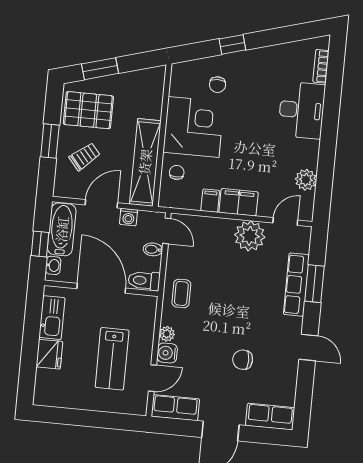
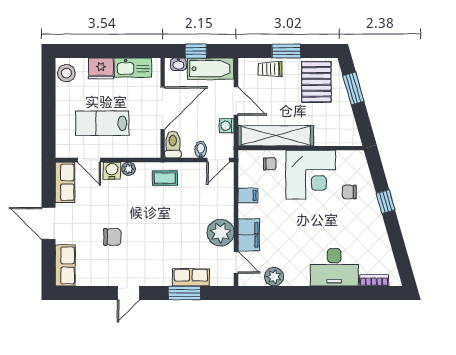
trolley: (85, 157) -> (270, 69), moved, turned 130
filing cabinet: (239, 202) -> (249, 235), moved
row of seats: (296, 285) -> (191, 277), width x0.68
chair: (243, 360) -> (112, 237), turned 90
stool: (51, 394) -> (66, 73), added

